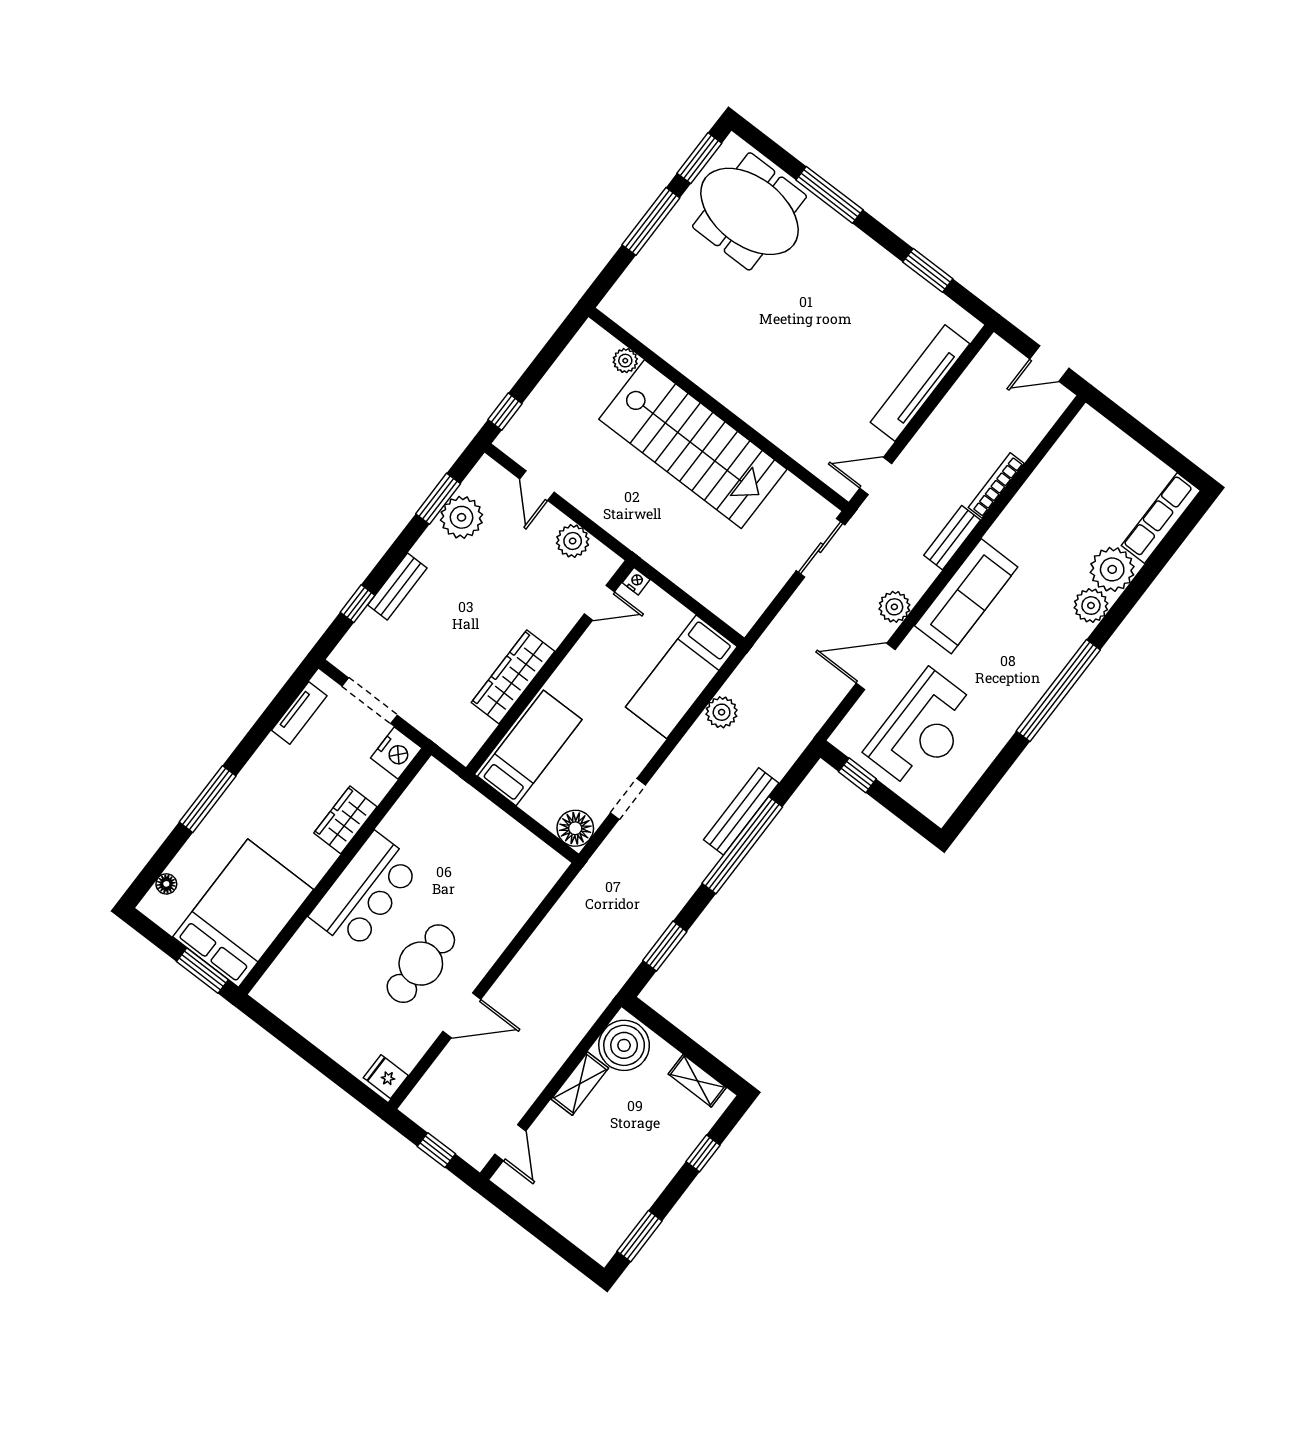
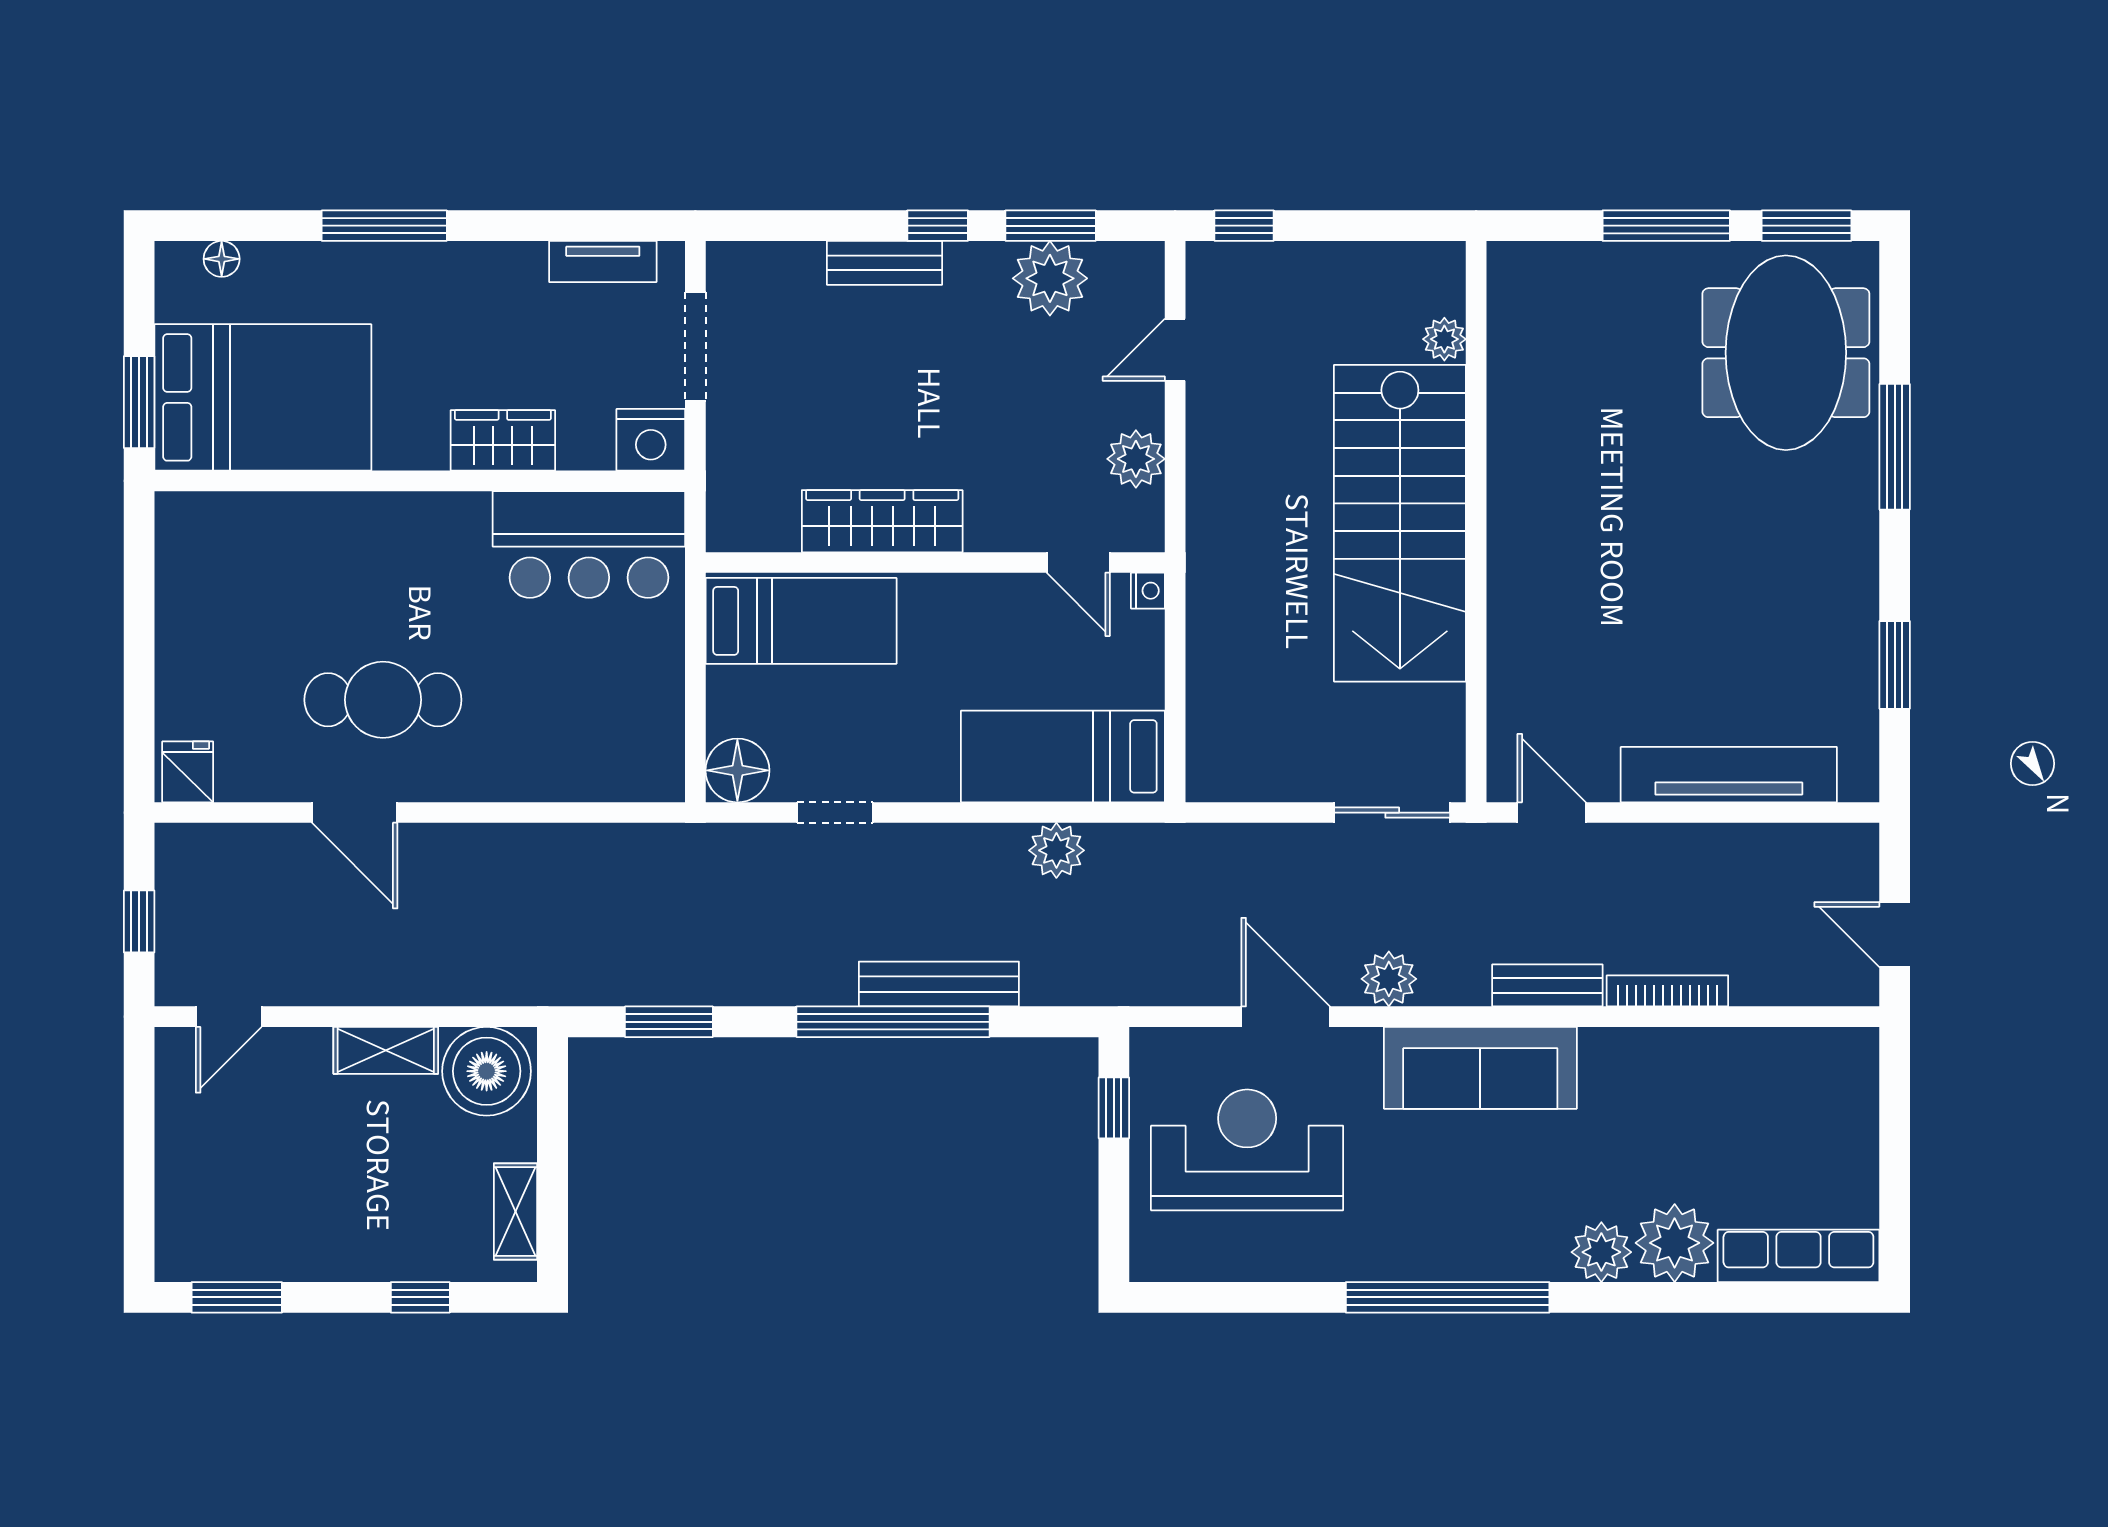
window: (358, 604) -> (938, 226), moved
reception desk: (922, 730) -> (1247, 1150), turned 180
bar counter: (365, 891) -> (589, 545), moved

